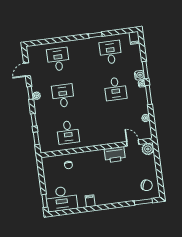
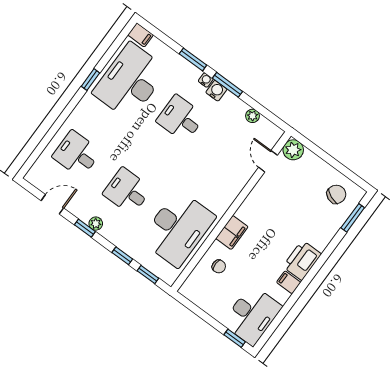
desk: (111, 52) -> (130, 81), width x1.87, depth x1.30
door: (27, 69) -> (52, 204), swing flipped
water cooler: (139, 75) -> (216, 91), moved
desk: (115, 89) -> (181, 118), turned 180
desk: (68, 132) -> (178, 228), width x1.87, depth x1.30
door: (133, 143) -> (268, 161), hinge flipped
printer: (115, 155) -> (302, 260), moved, turned 180
filing cabinet: (88, 157) -> (232, 233), added

